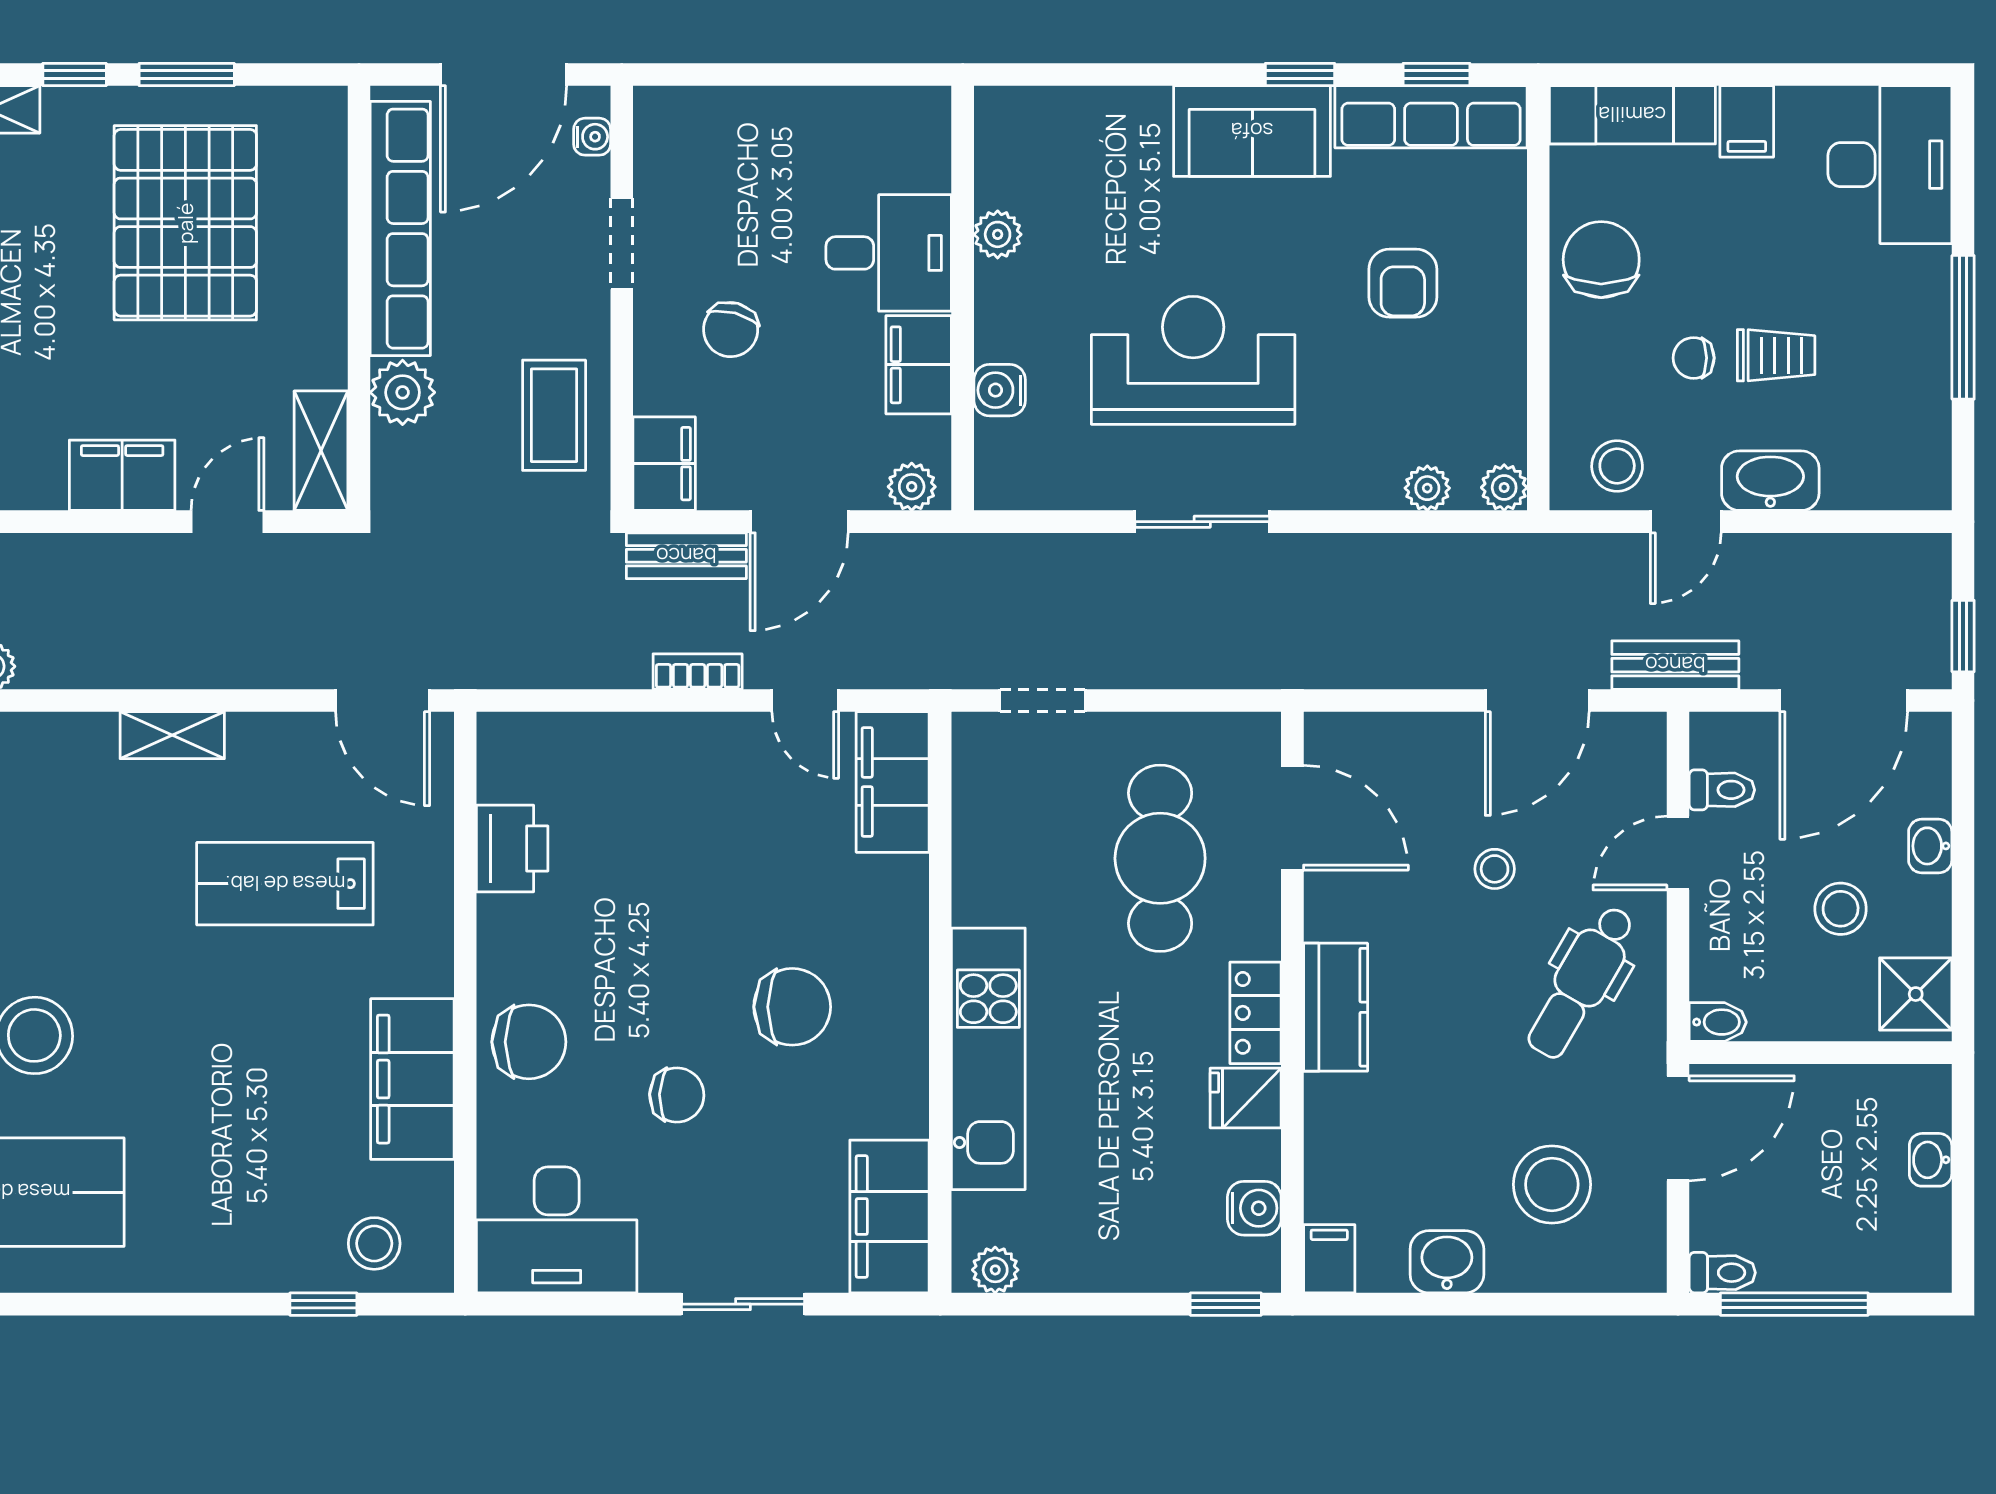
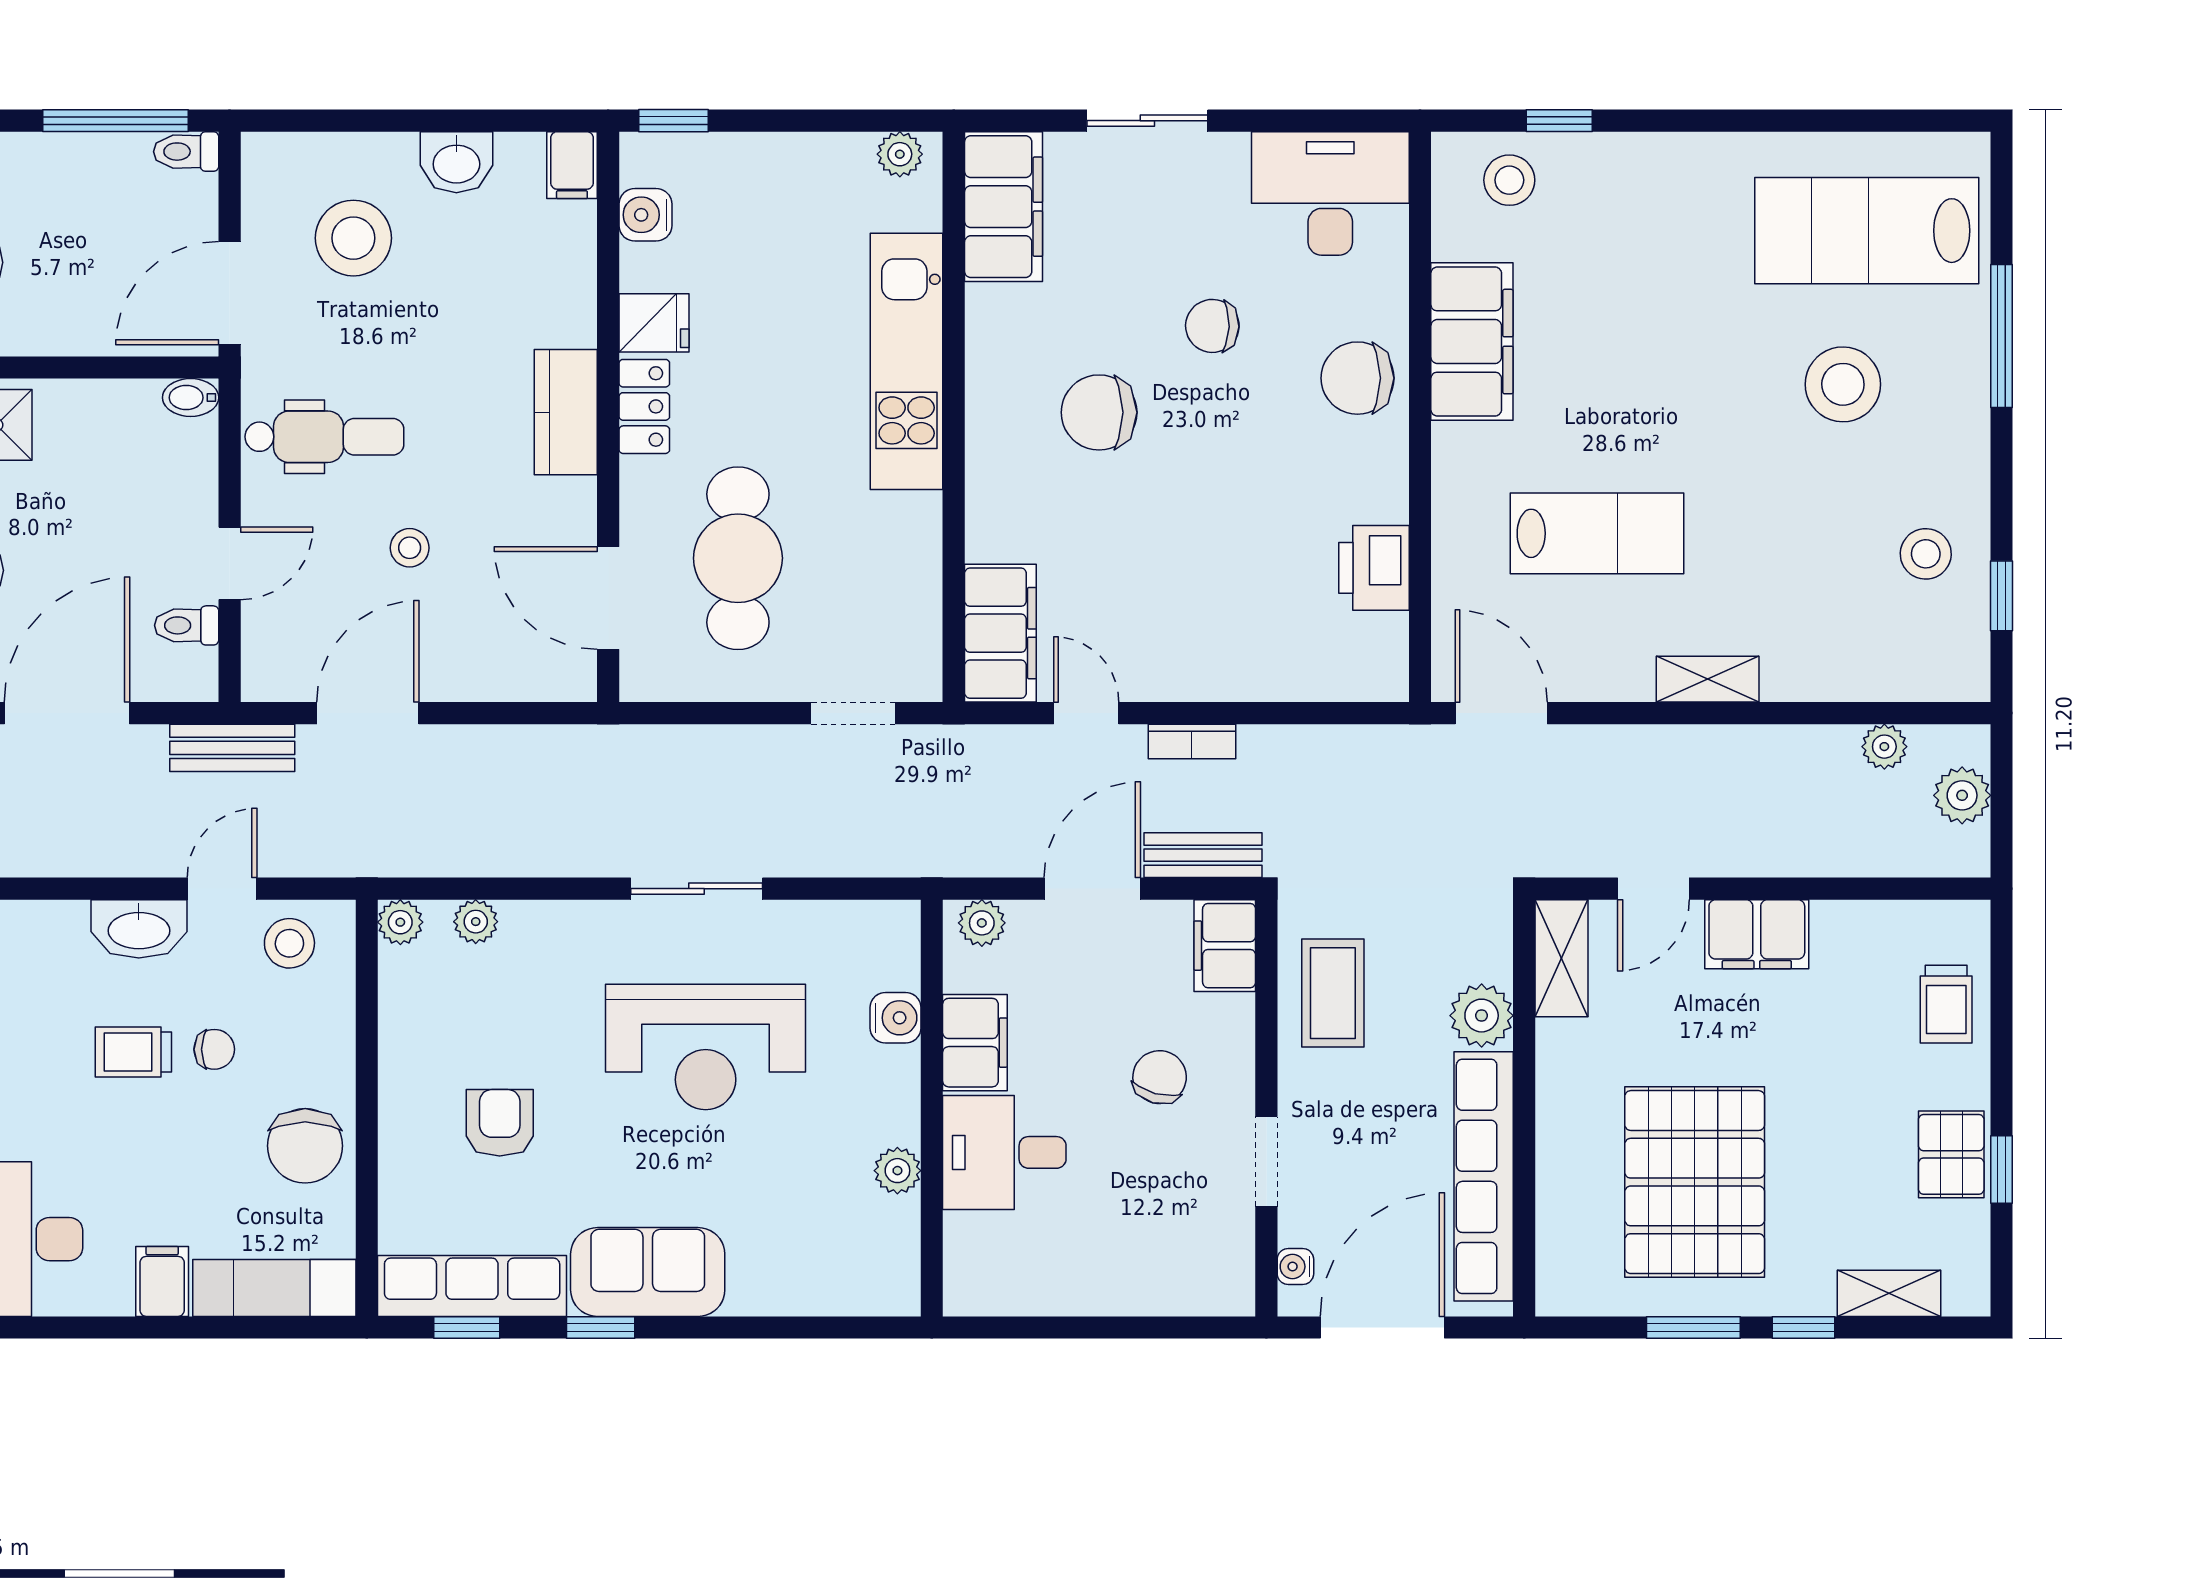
stool: (1841, 909) -> (70, 509), removed
dental chair: (1581, 982) -> (324, 437), turned 60

